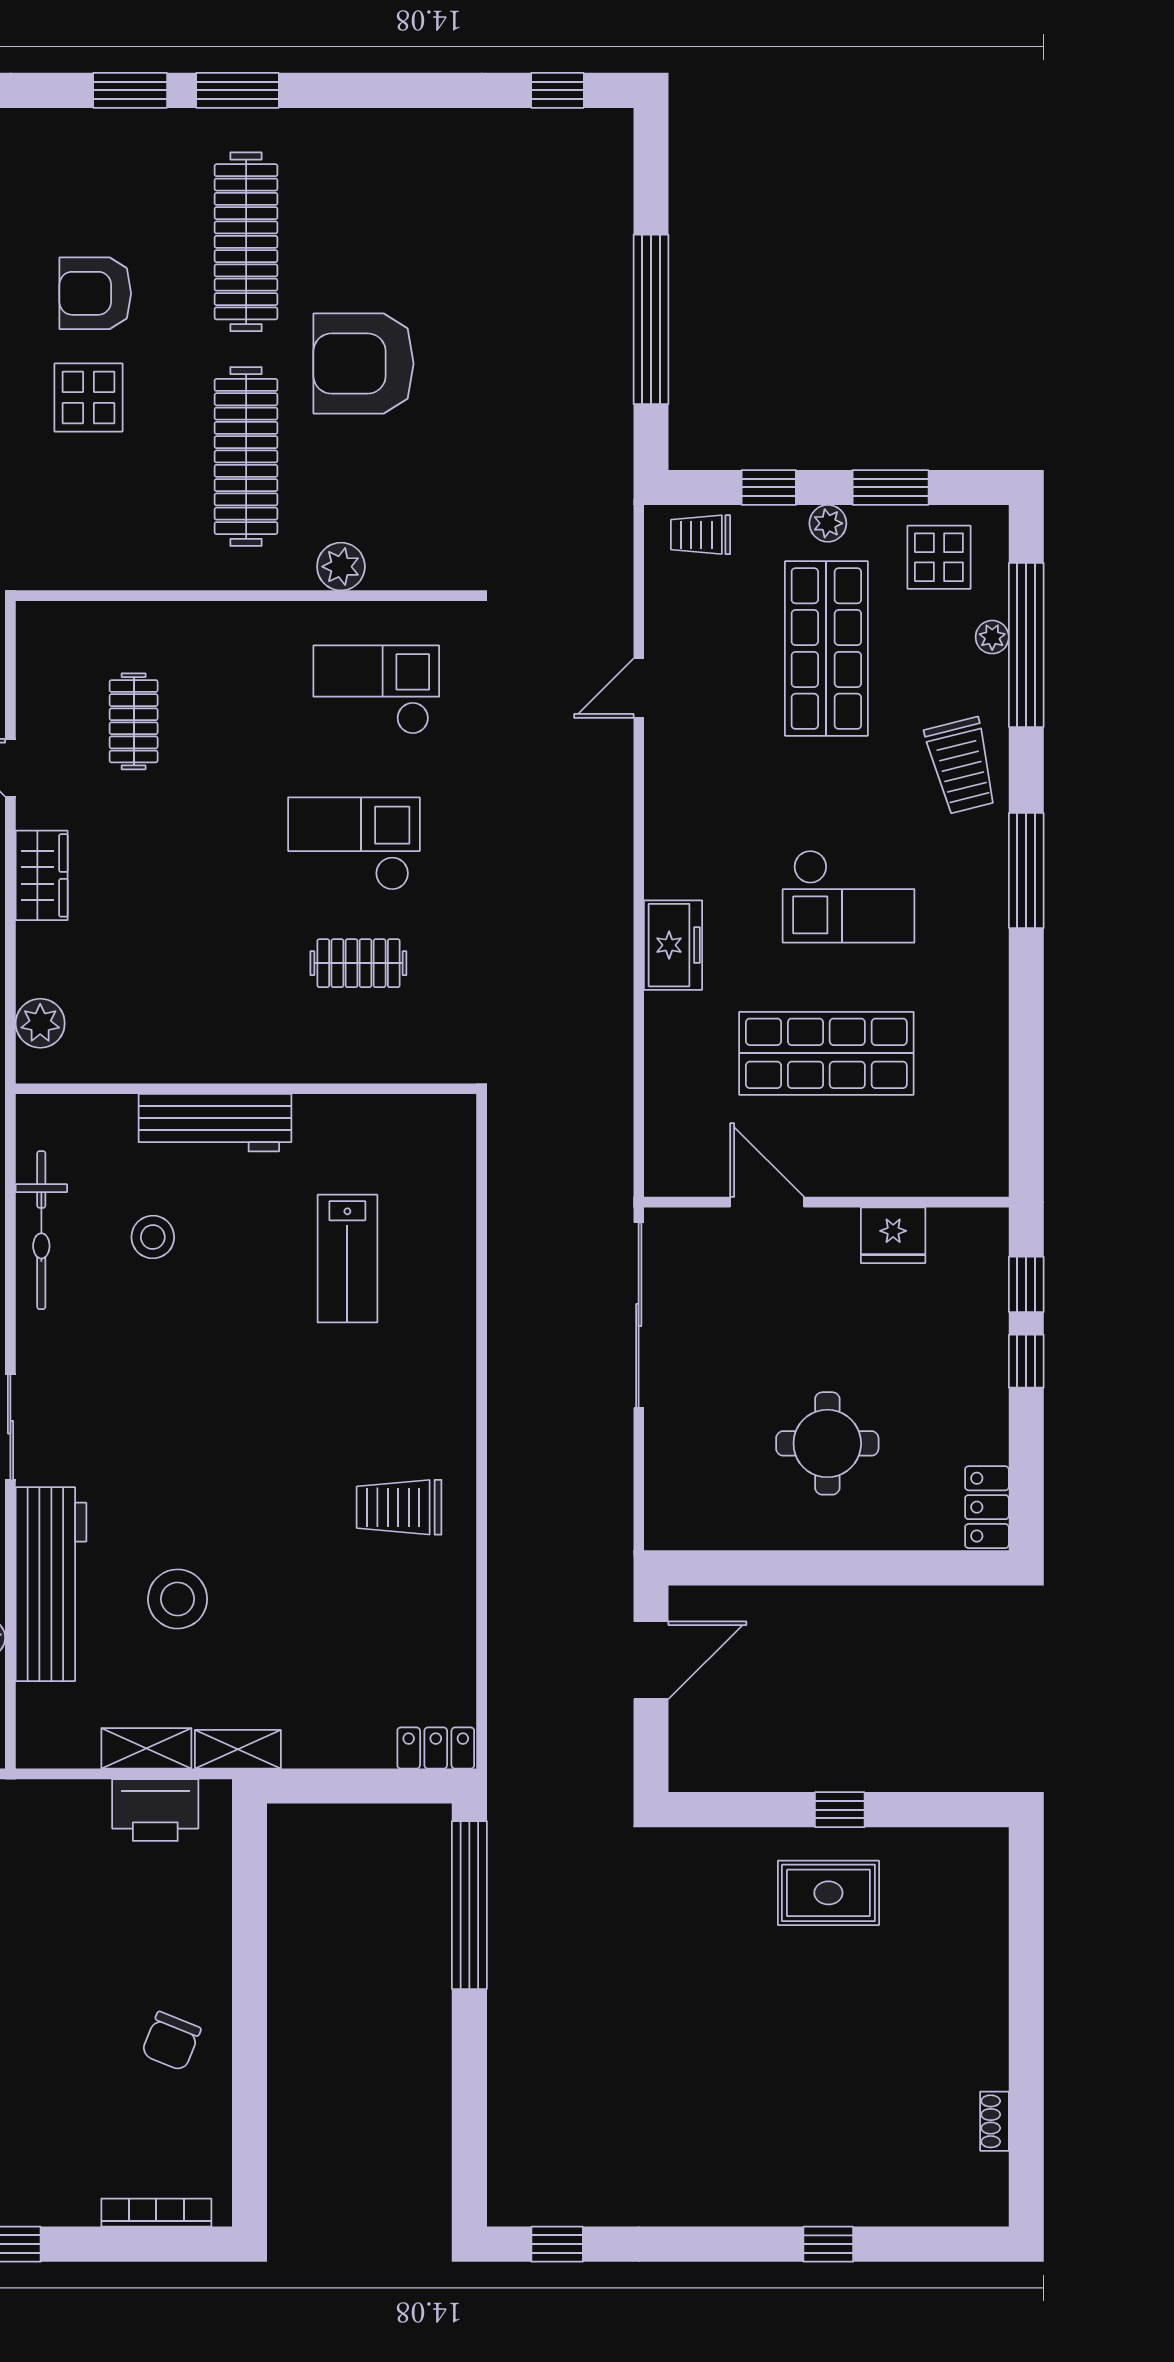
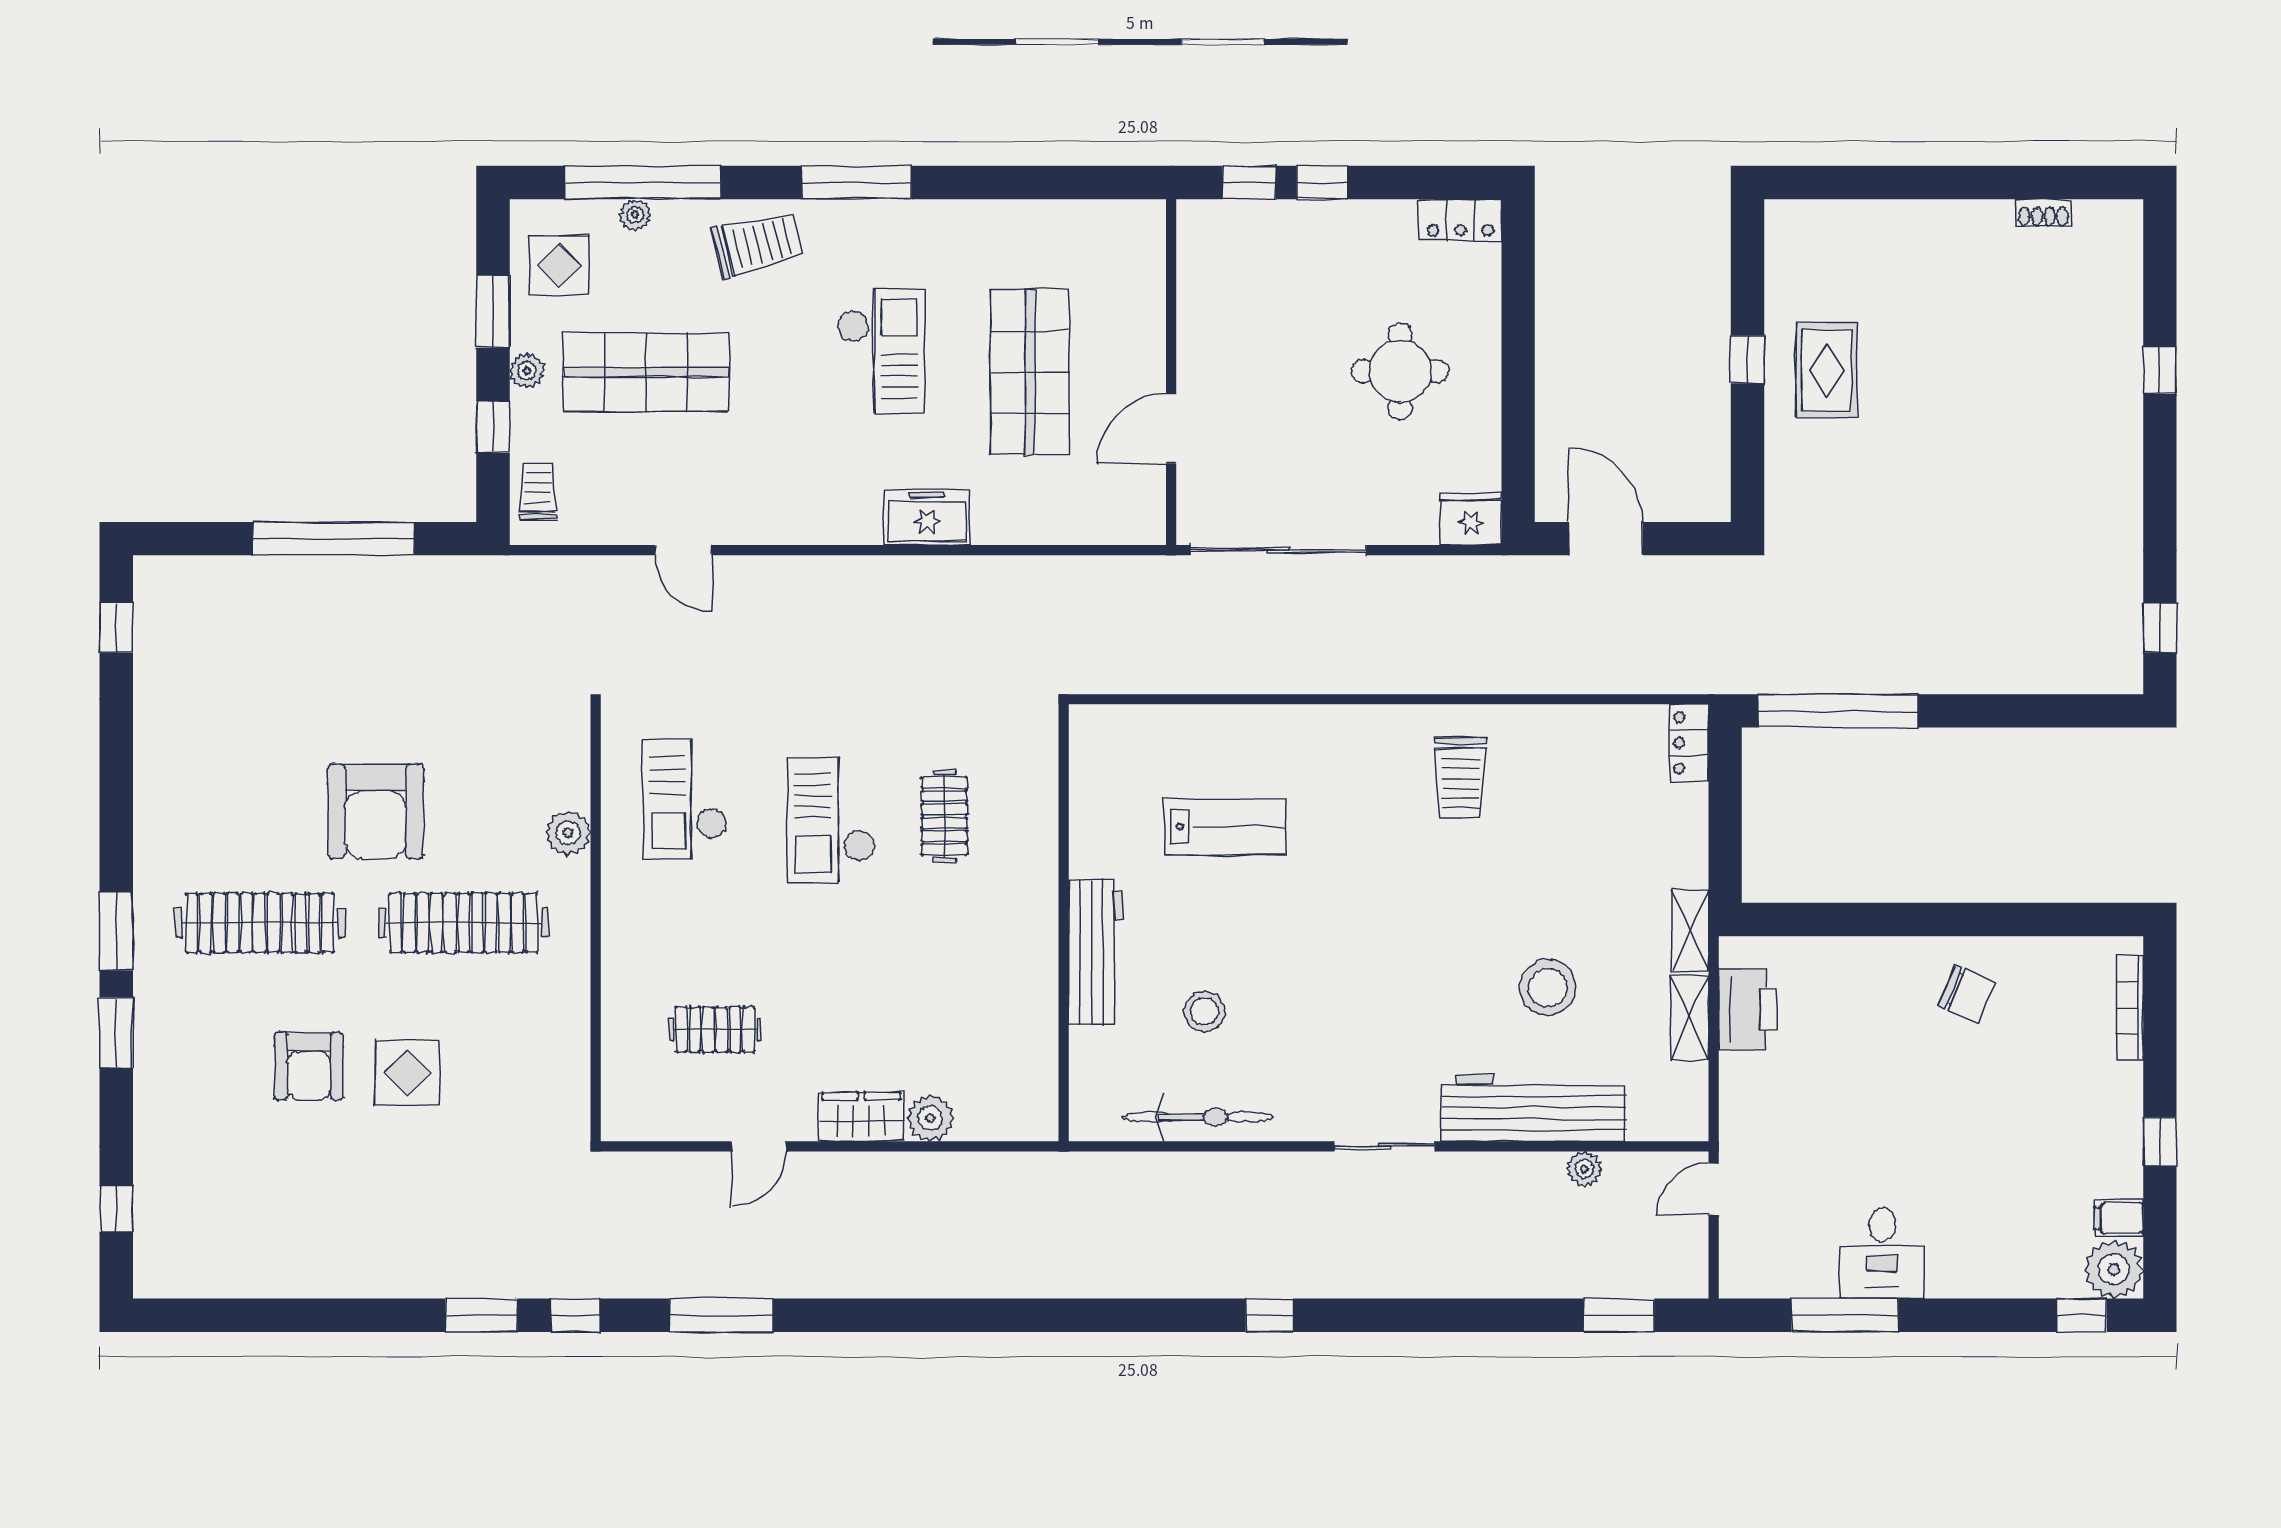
trolley: (701, 535) -> (538, 492), turned 180
plant: (40, 1023) -> (930, 1118), moved
fridge: (893, 1235) -> (1471, 519), moved, turned -90

